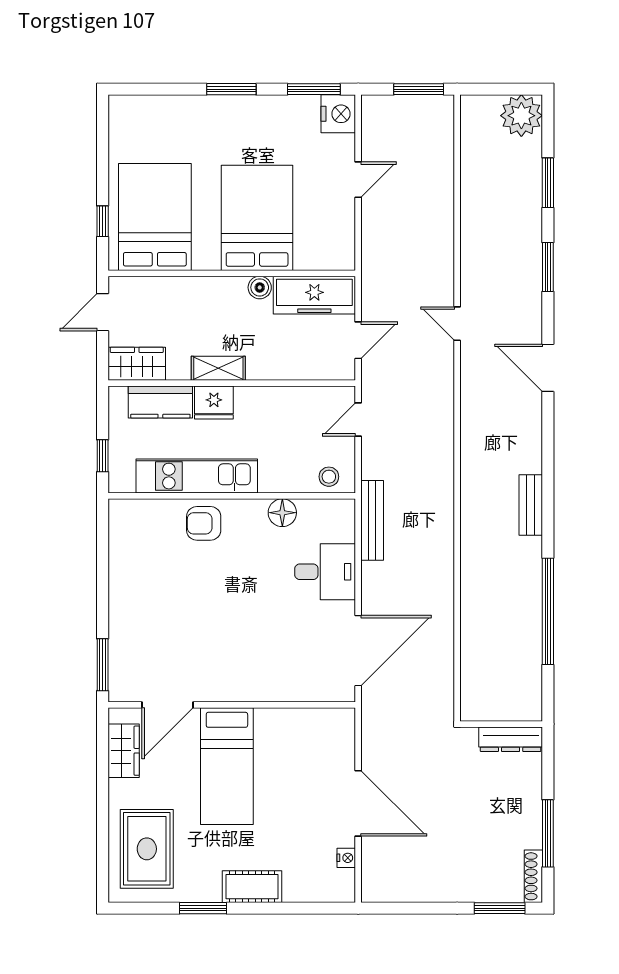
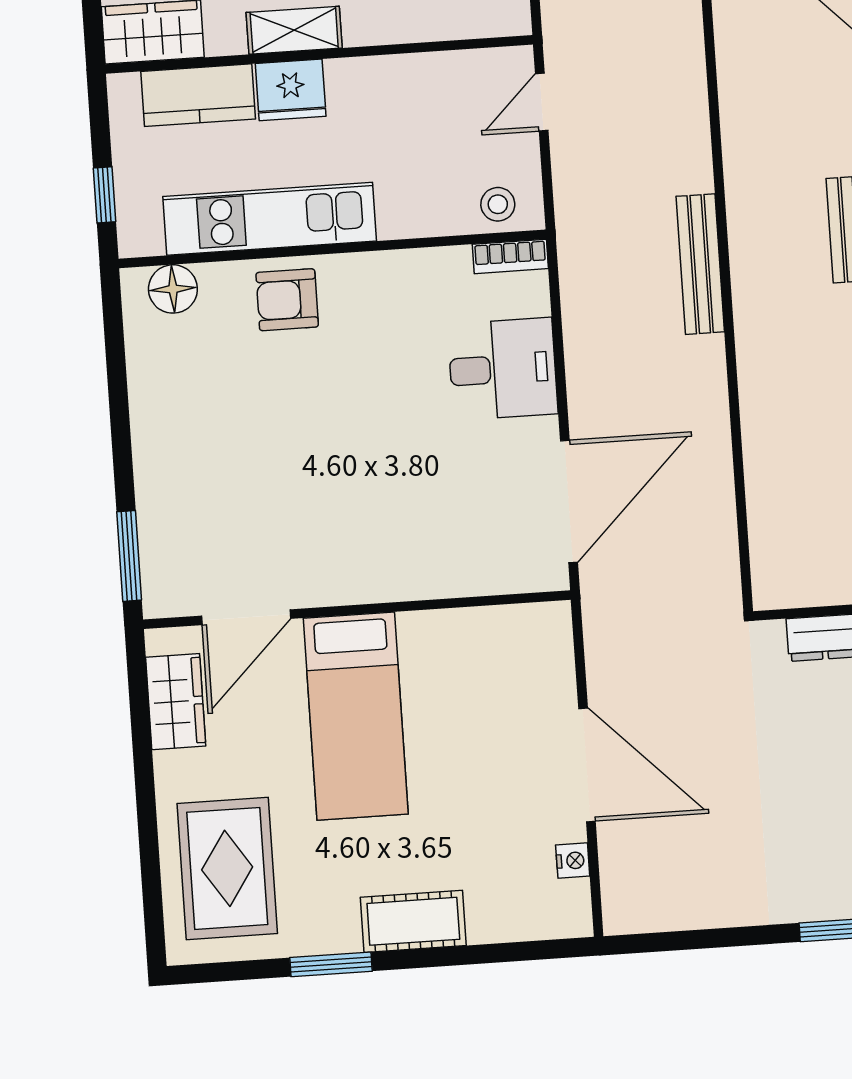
bookcase: (334, 507) -> (510, 256), added
floor lamp: (282, 513) -> (173, 289), moved
bench: (372, 520) -> (700, 264), moved

